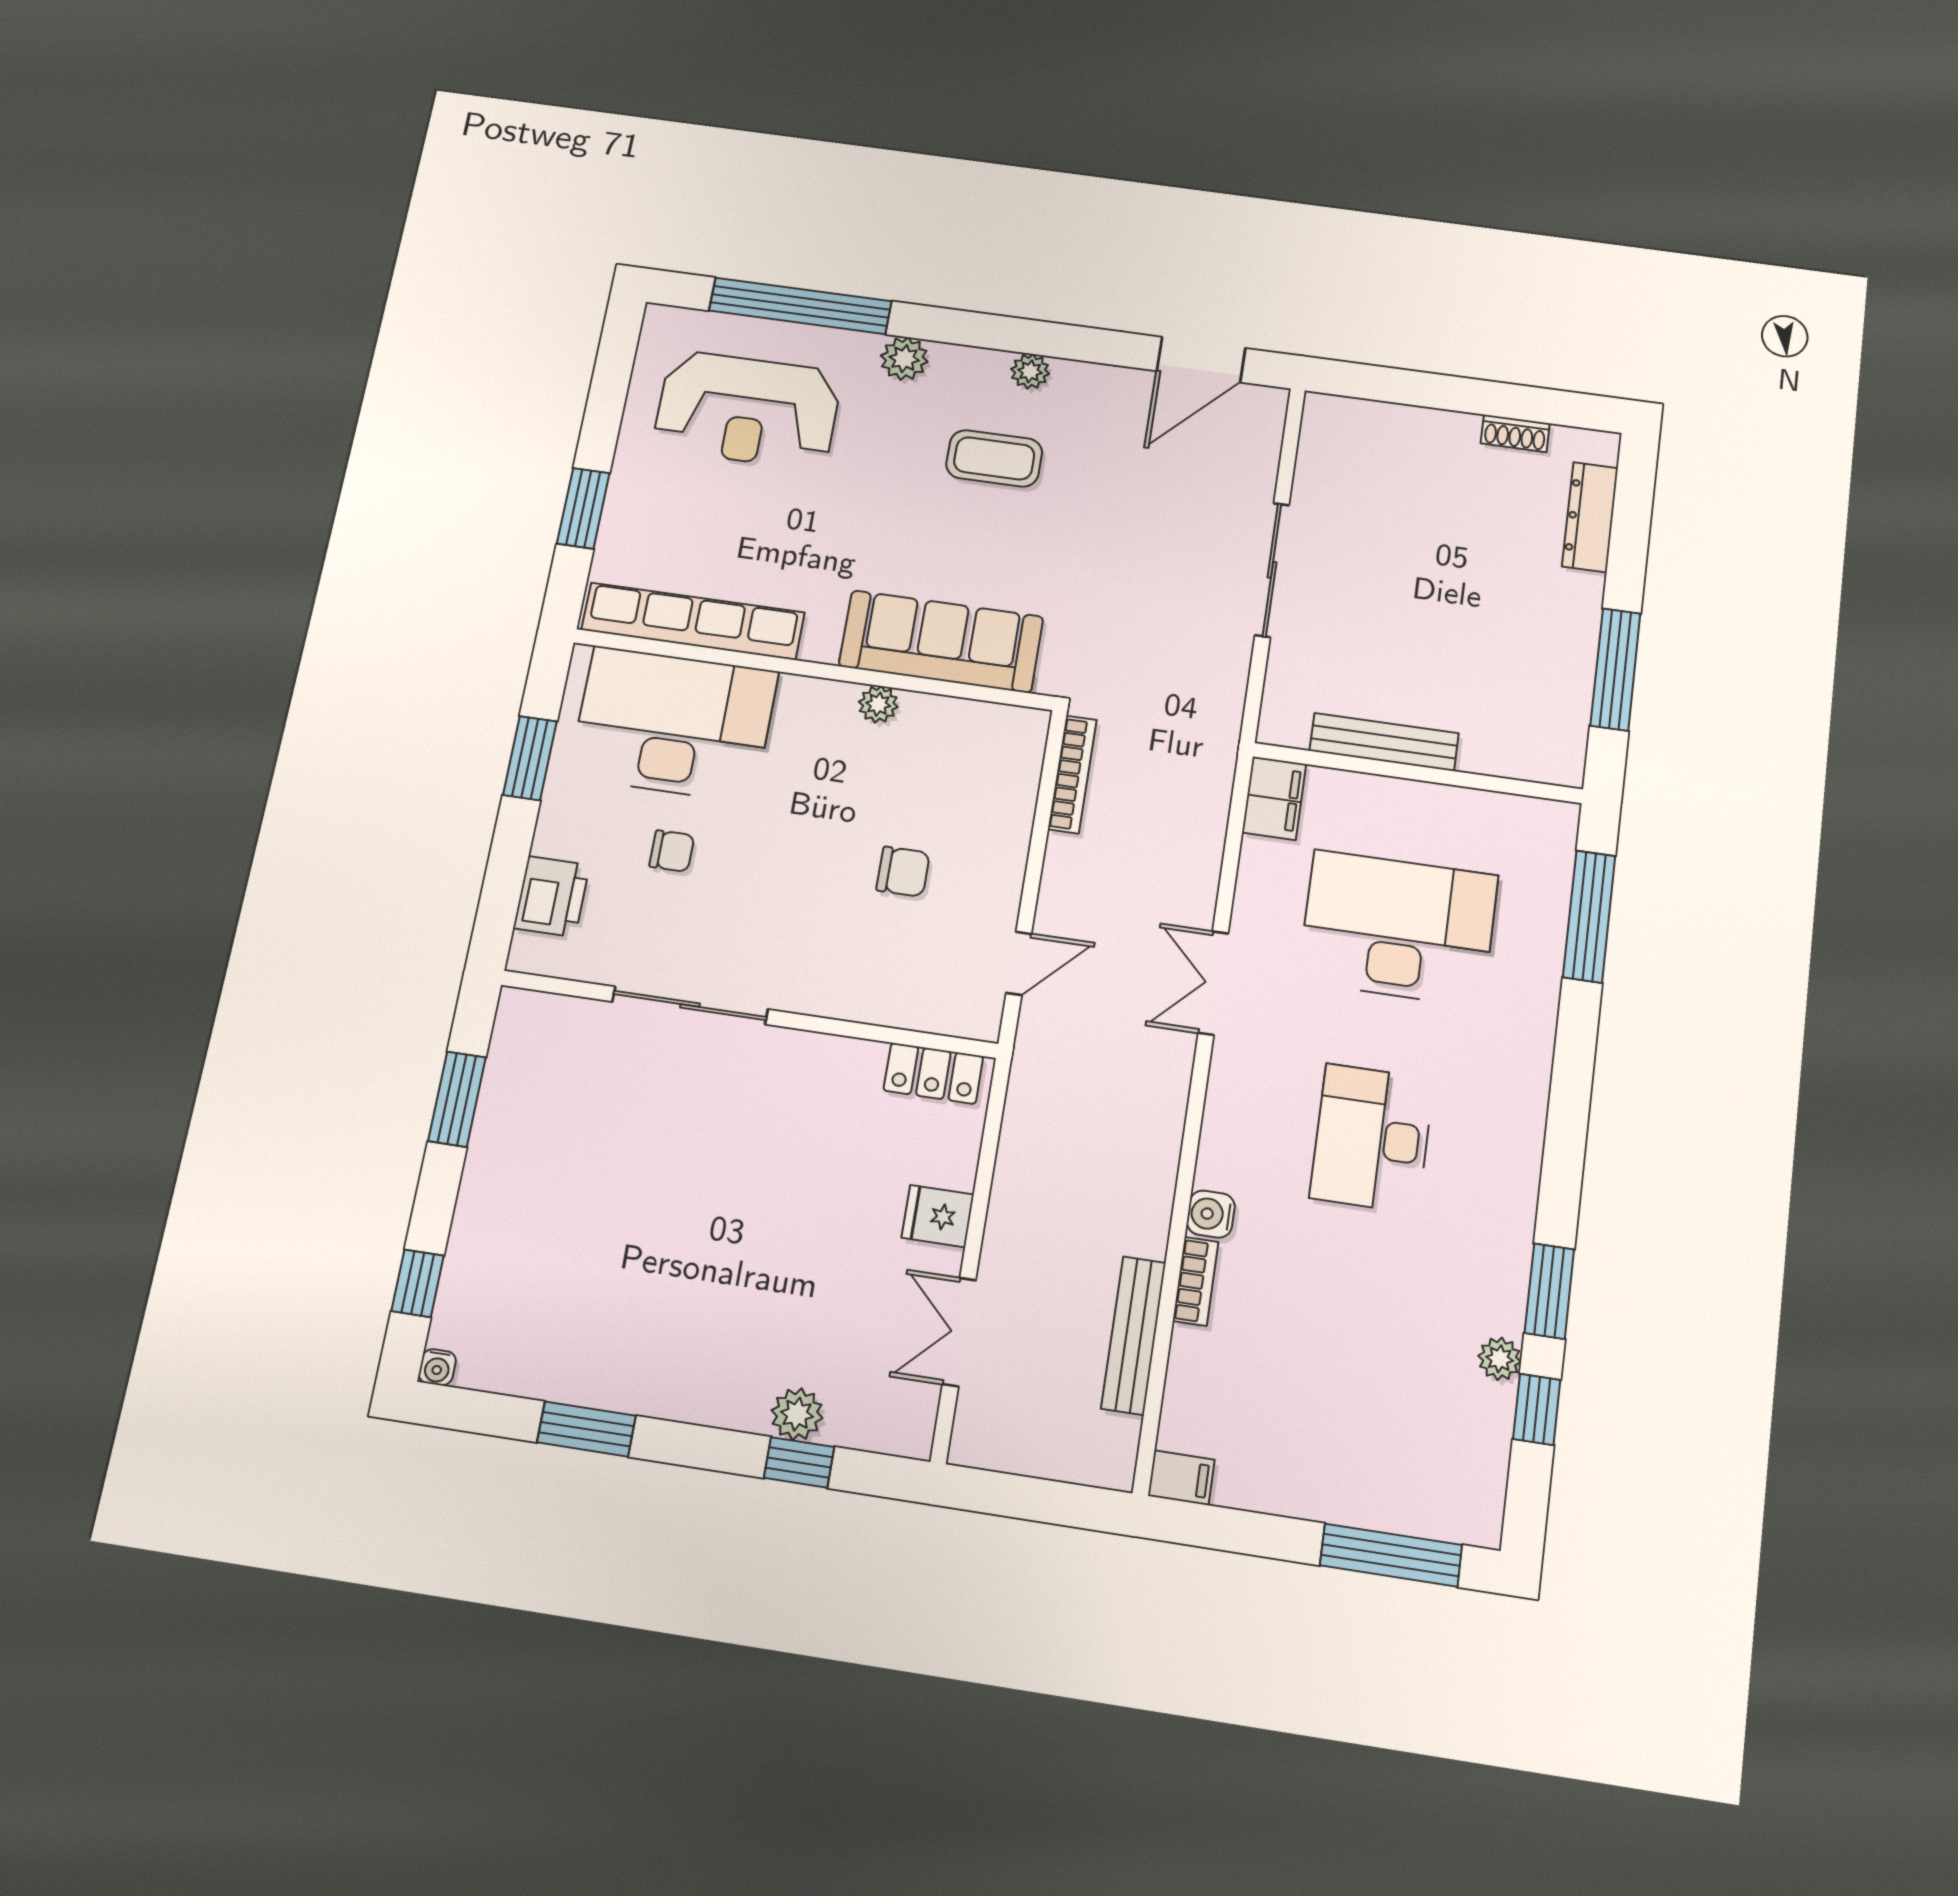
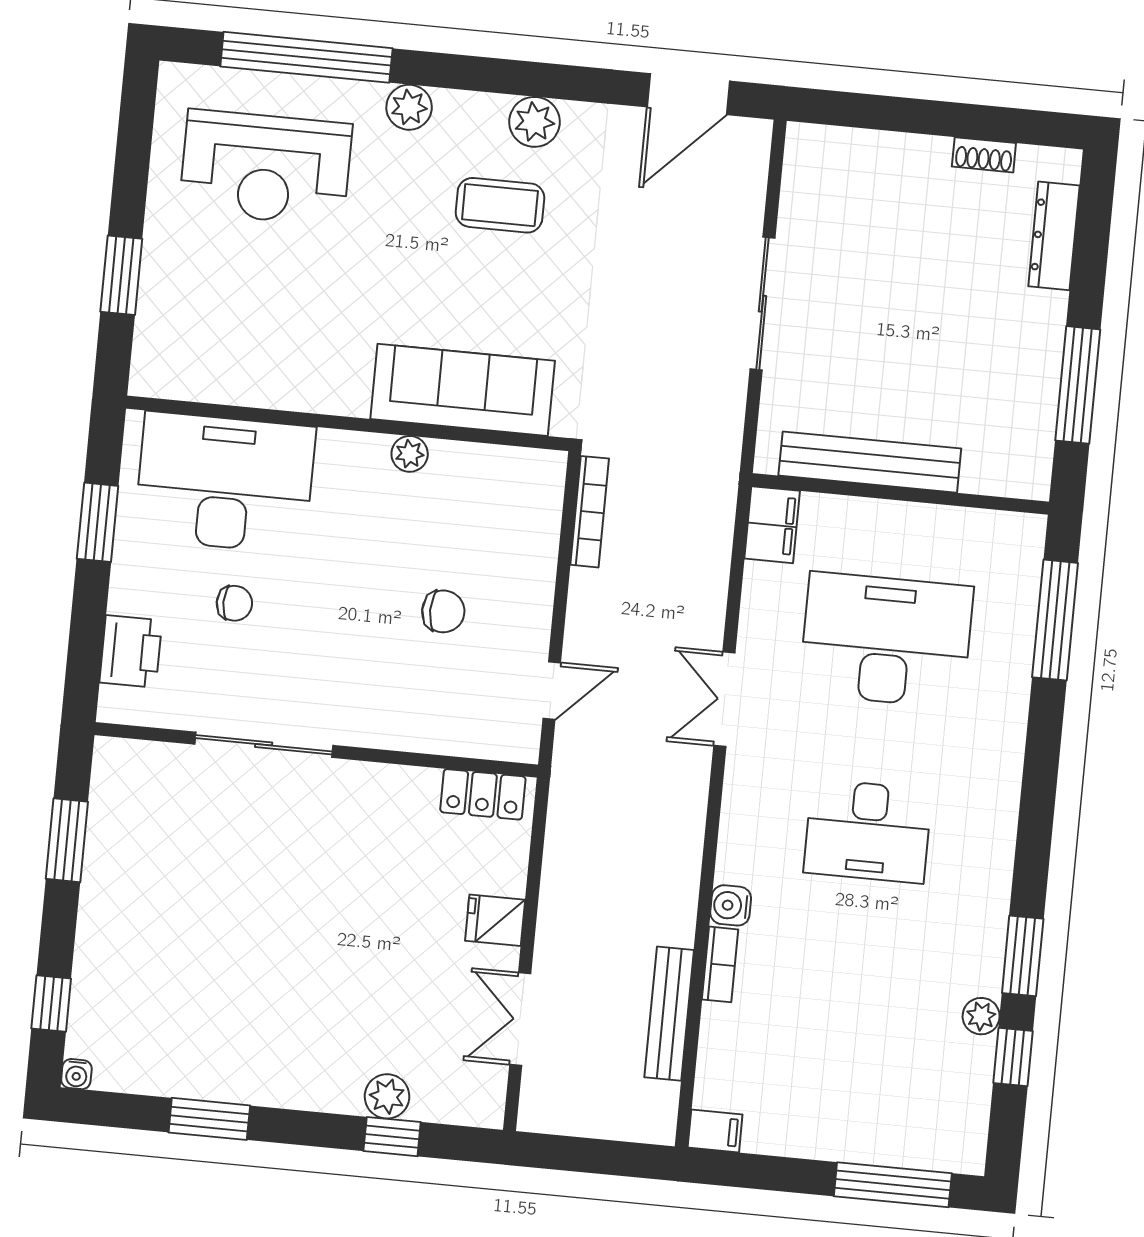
plant: (1030, 371) -> (534, 122), width x1.38, depth x1.38
row of seats: (693, 621) -> (233, 382), removed
bench: (1384, 742) -> (870, 462), width x1.37, depth x1.21
desk: (1372, 1138) -> (868, 831), turned -90

